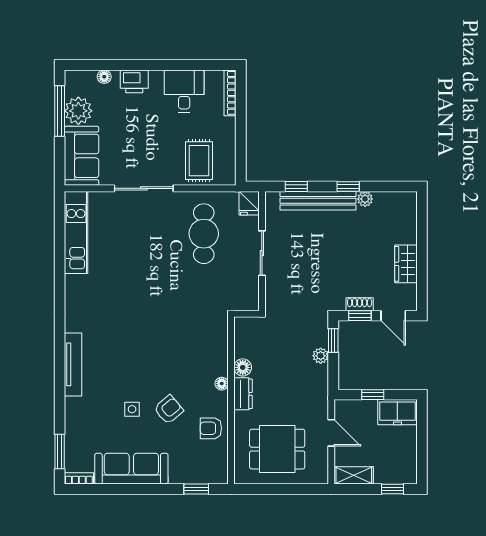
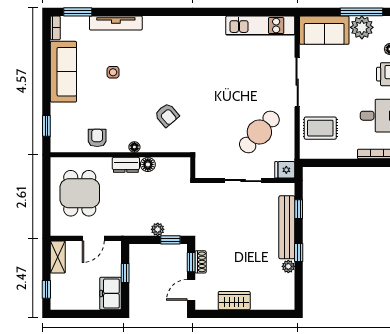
cafe table: (204, 234) -> (259, 132), turned -48
tv unit: (73, 364) -> (116, 23), moved
armchair: (169, 410) -> (167, 115), moved

